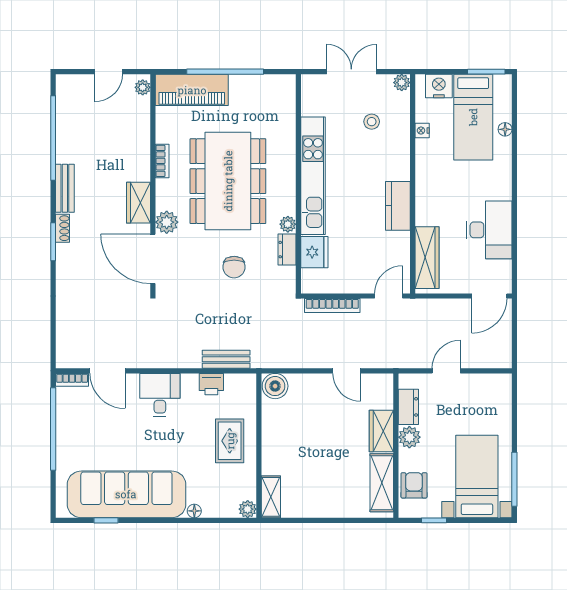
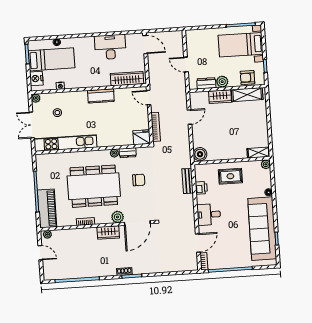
kitchen unit: (313, 176) -> (65, 143), moved
bench: (65, 188) -> (103, 272), removed
fridge: (314, 252) -> (142, 137), moved

